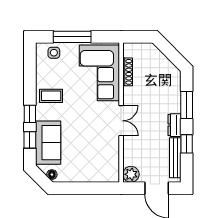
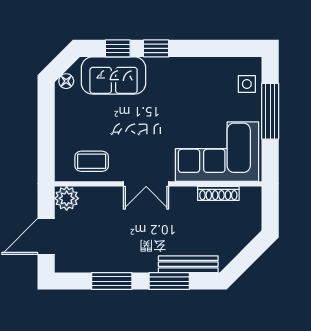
coffee table: (51, 96) -> (92, 161), moved, turned 90
dresser: (175, 125) -> (140, 263), removed
window: (187, 144) -> (112, 281), width x1.50
bench: (175, 158) -> (188, 264), moved

